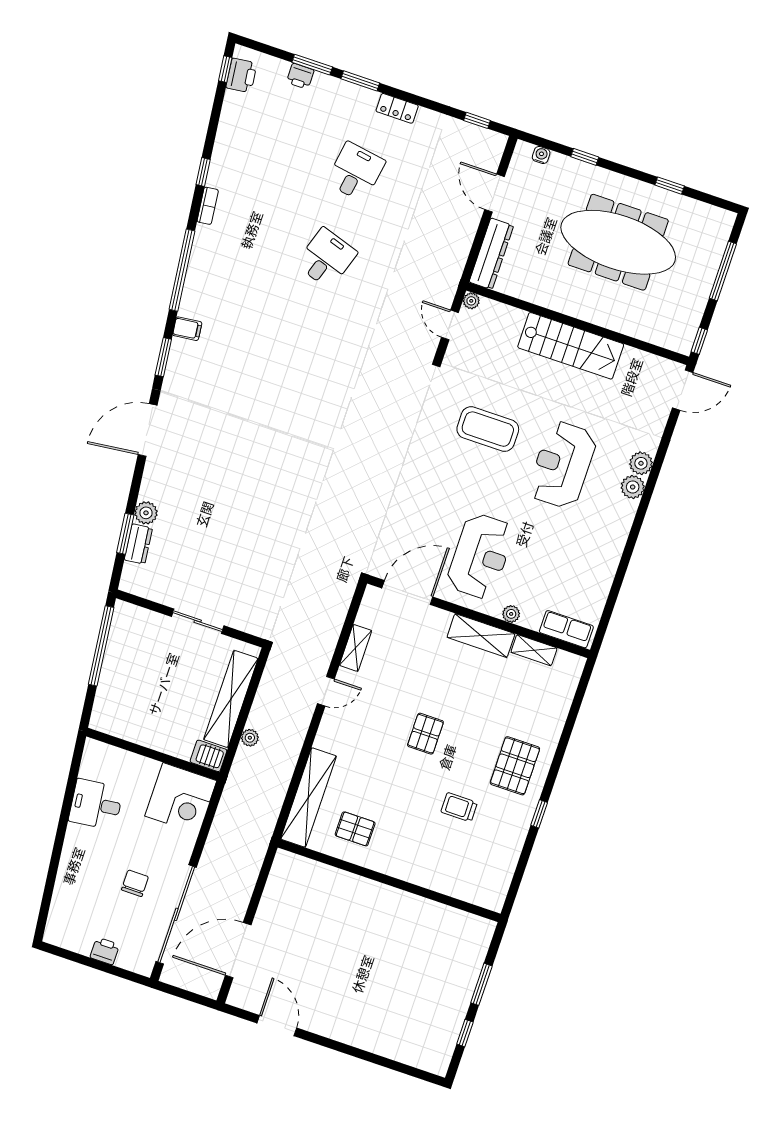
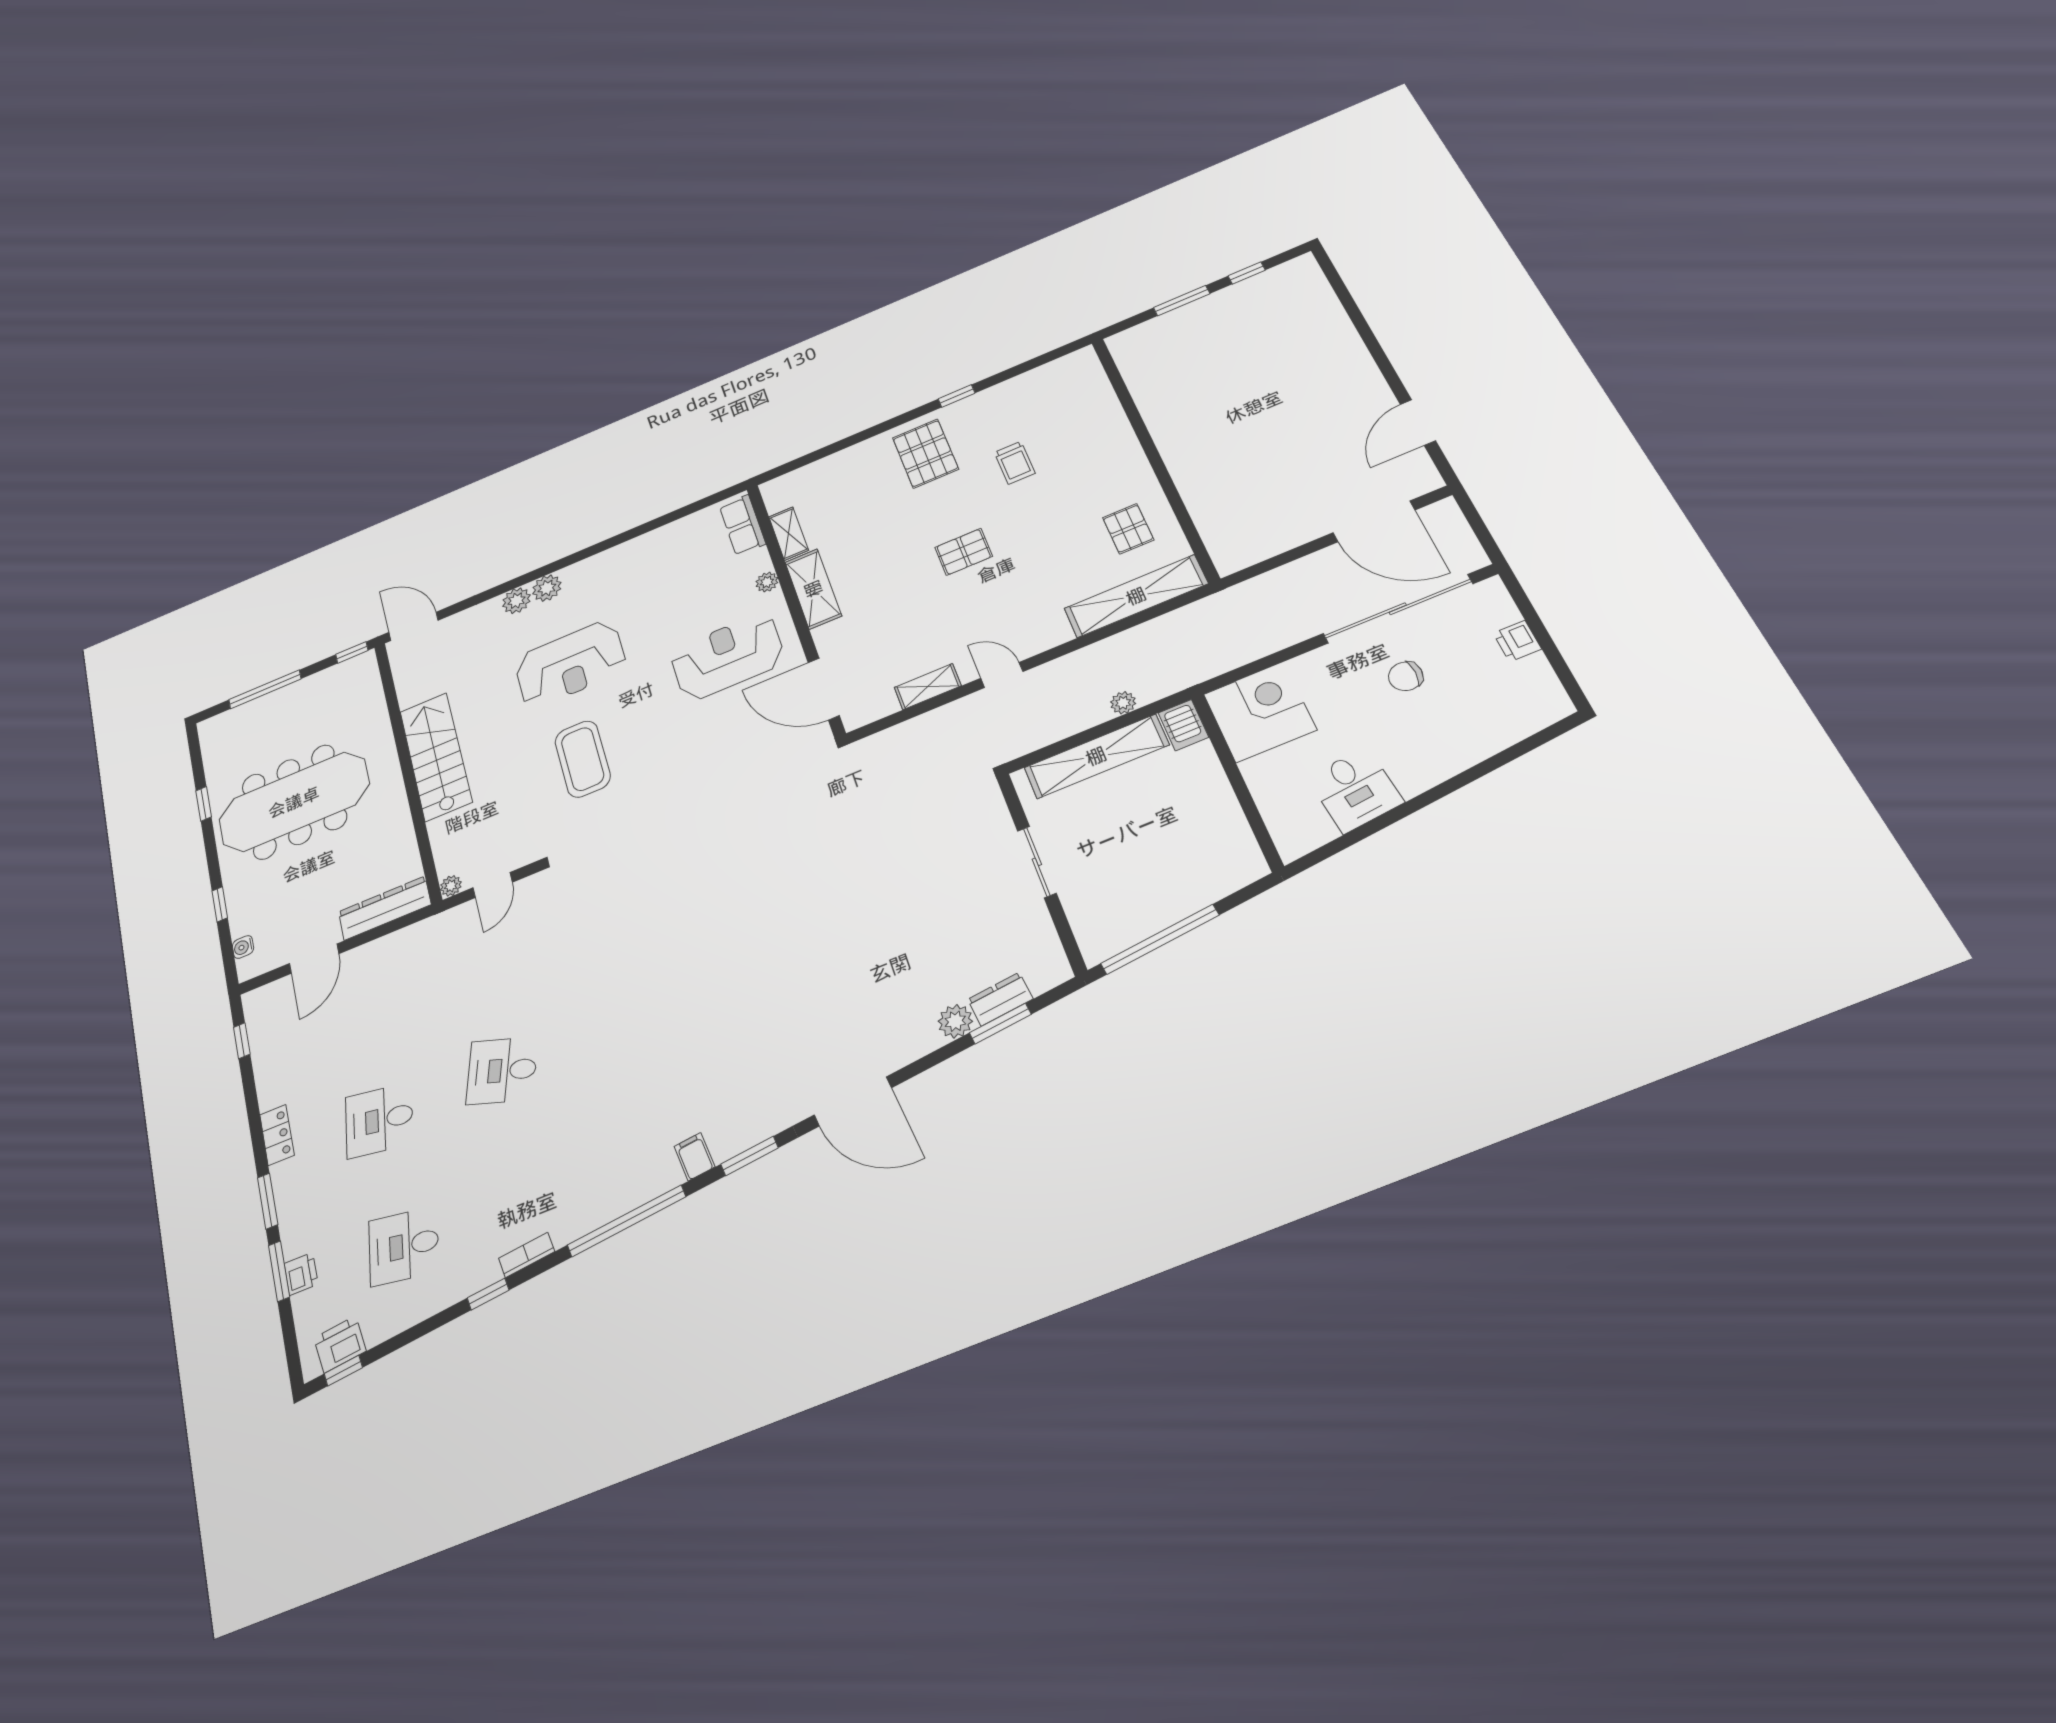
desk: (268, 142) -> (404, 1246), added
meeting table: (618, 242) -> (294, 802), turned 90
pallet: (515, 766) -> (925, 453), turned 90

